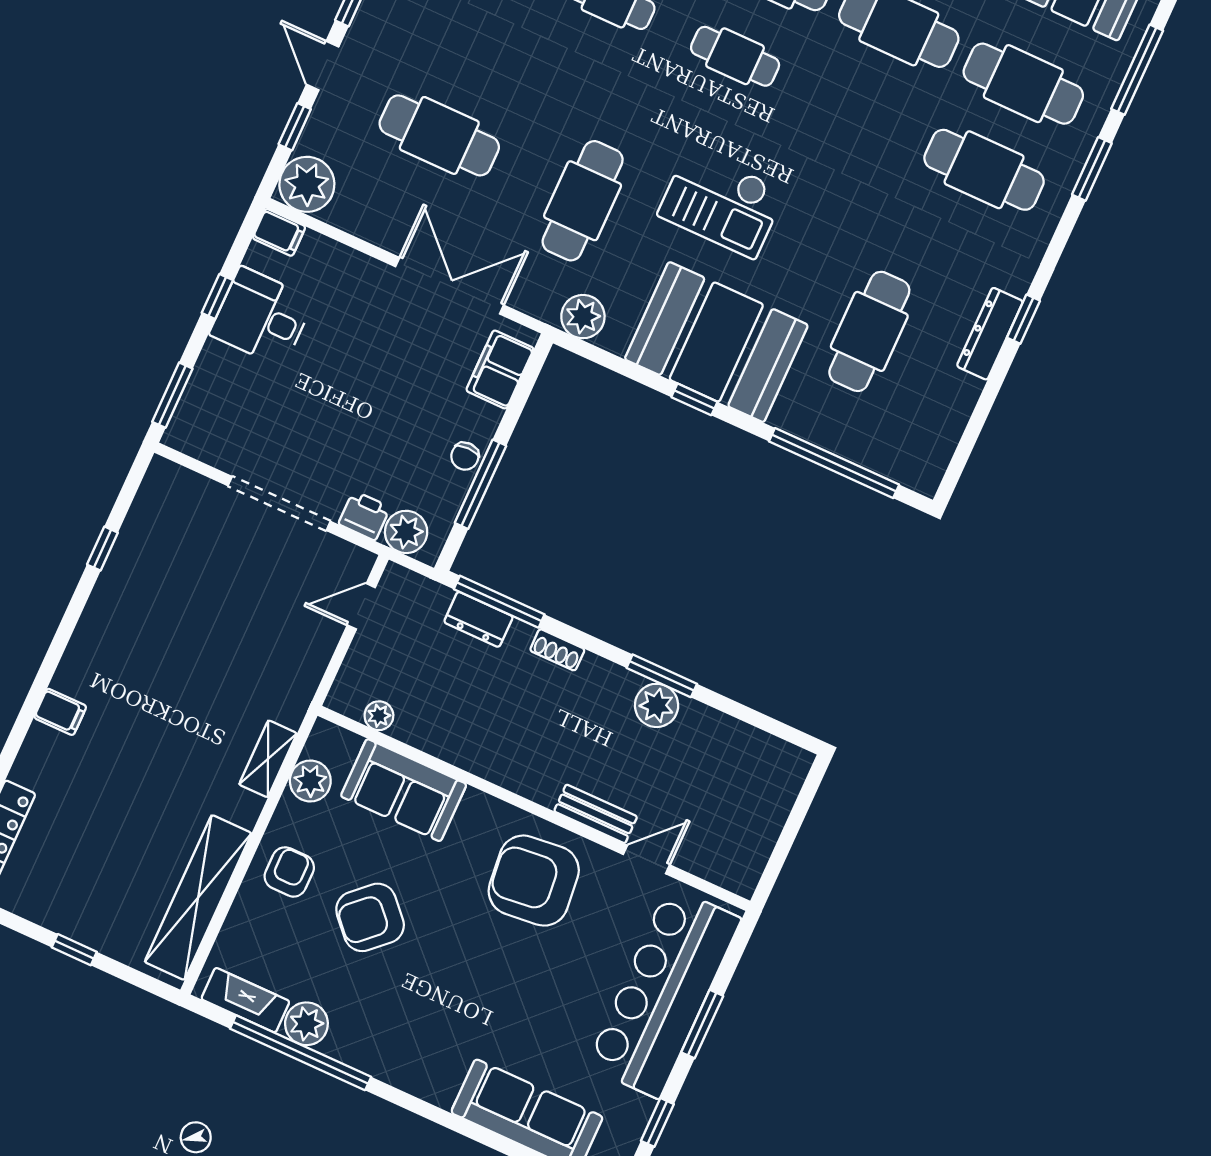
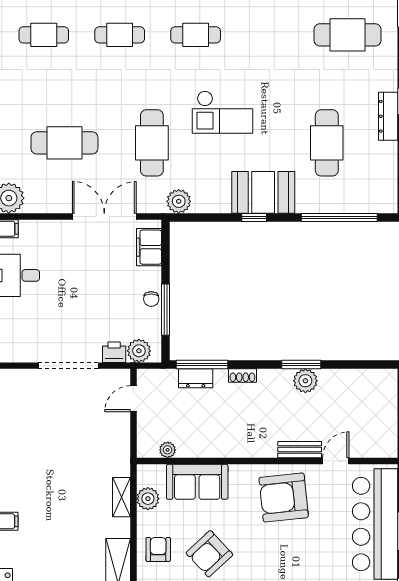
booth: (716, 342) -> (263, 192), width x0.73, depth x0.70

